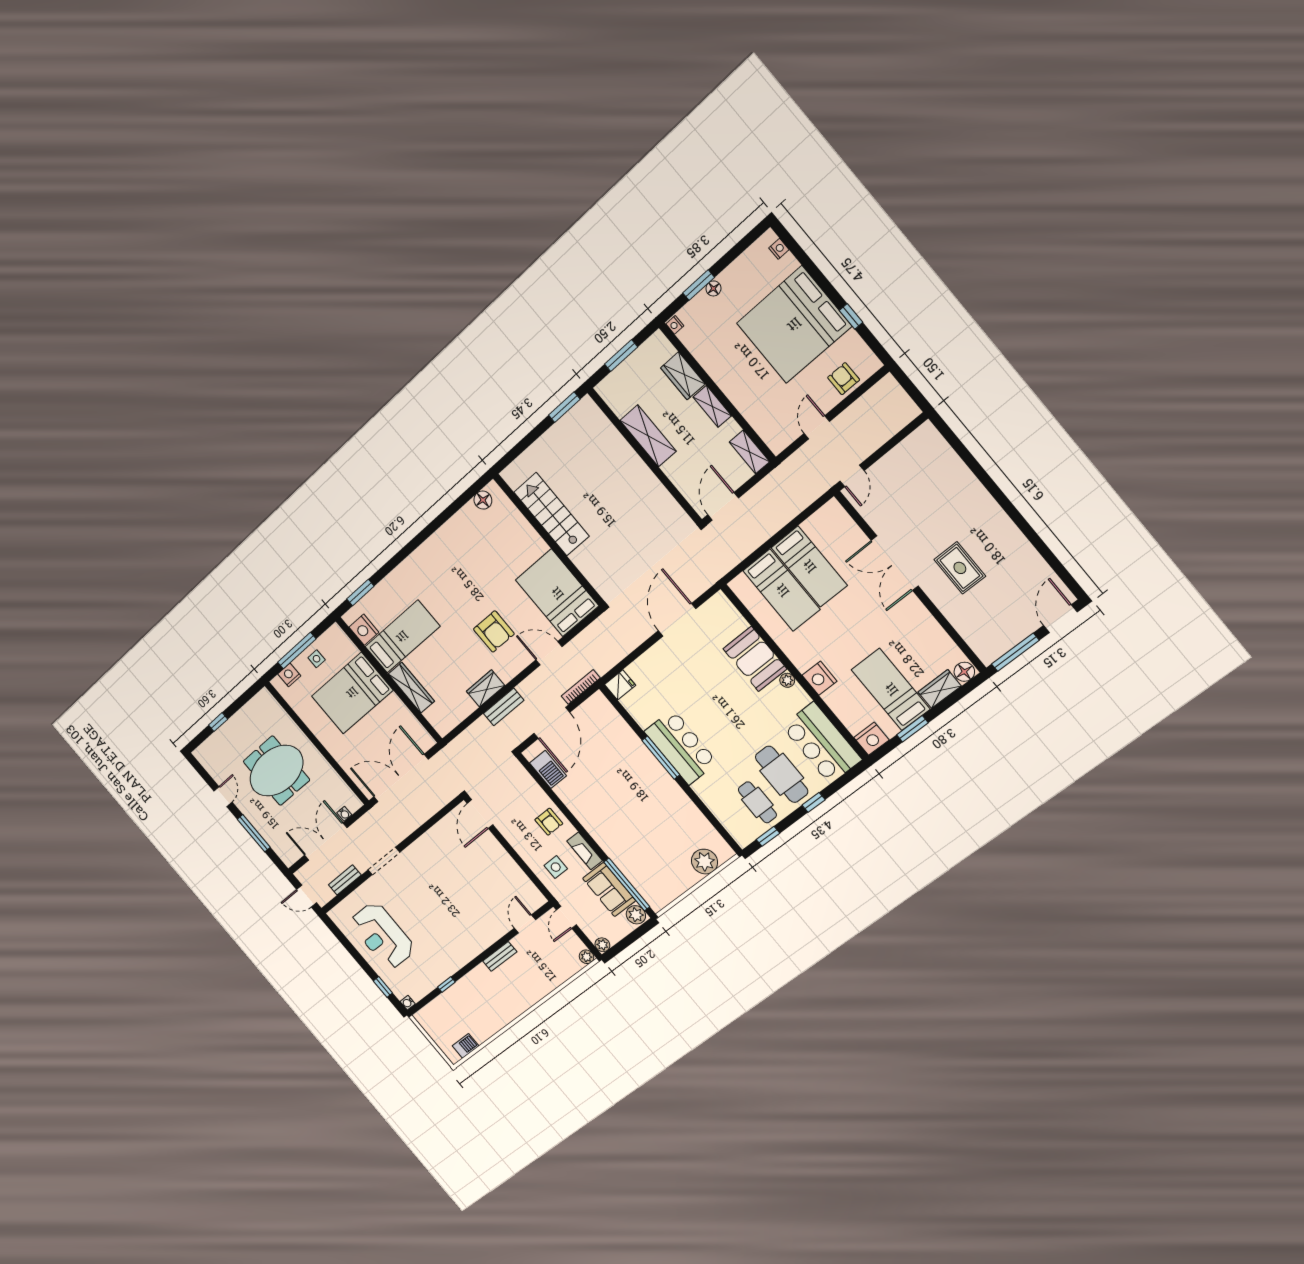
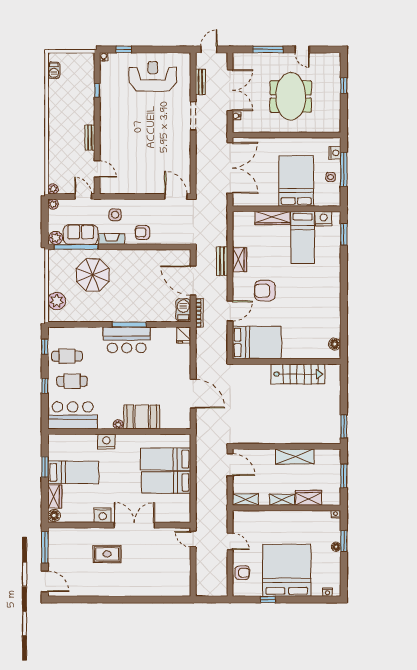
nightstand: (871, 739) -> (103, 515), moved, turned -90
barbecue: (548, 769) -> (183, 310), moved, turned 90
cafe table: (782, 774) -> (72, 381), width x0.73, depth x0.74
parasol: (641, 842) -> (93, 275), added

